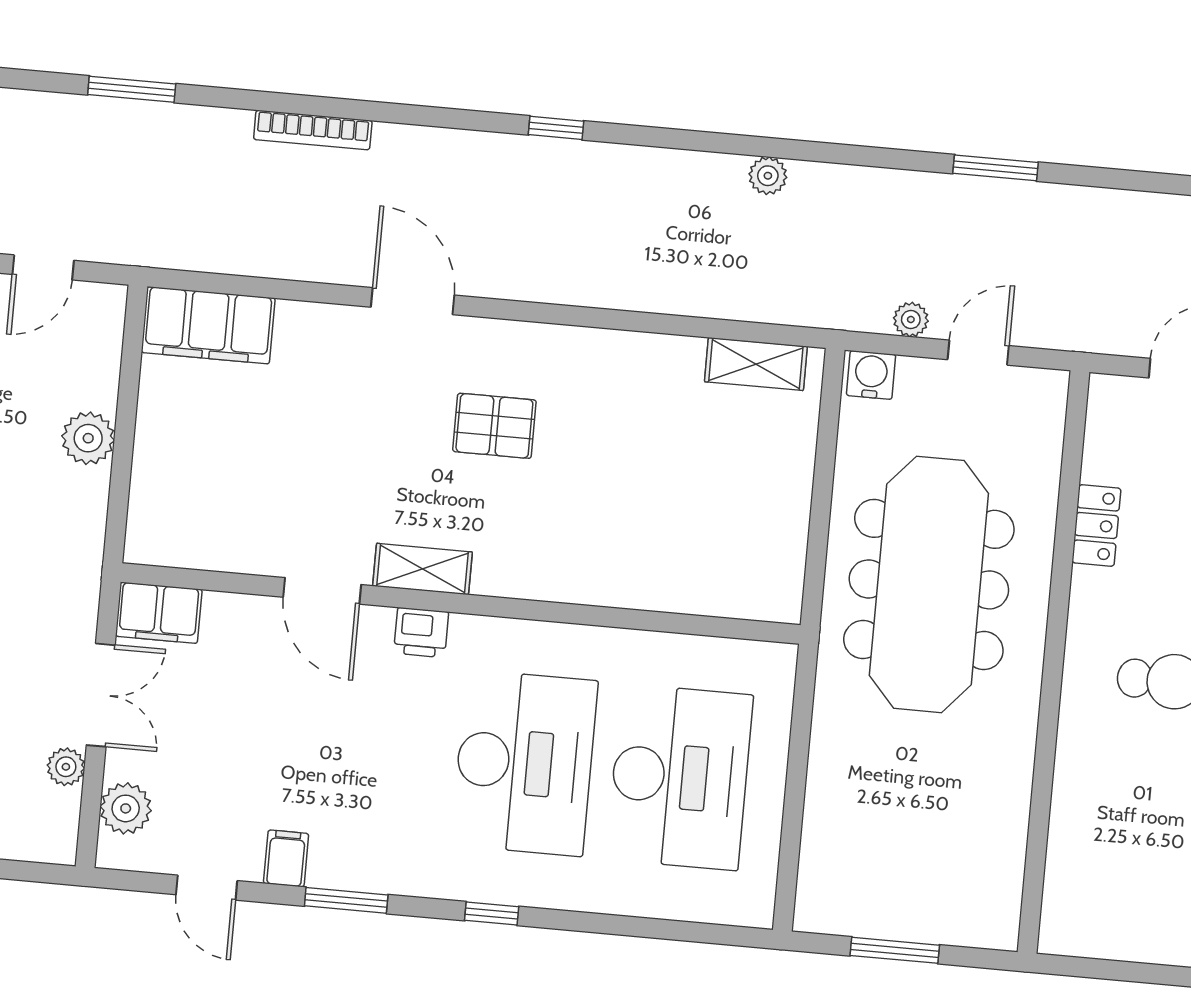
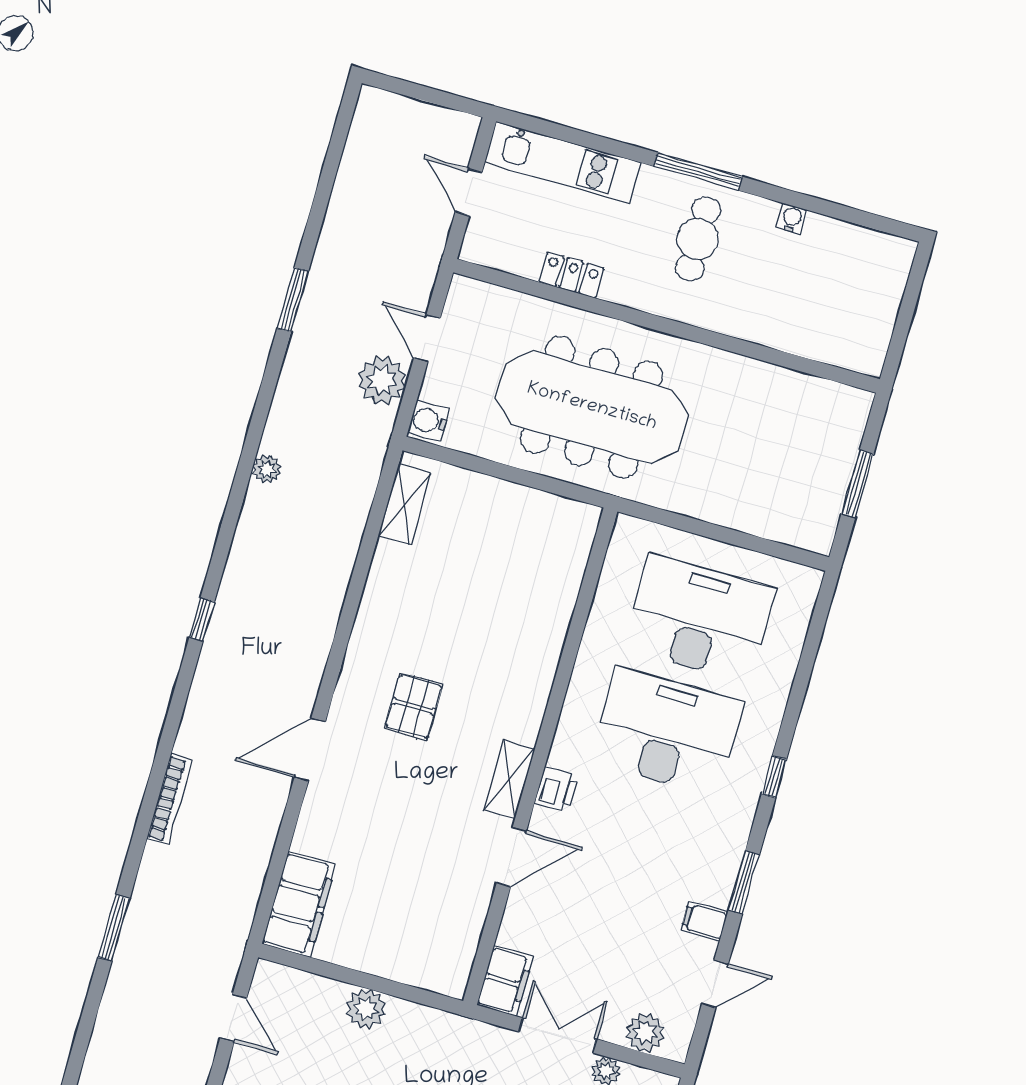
plant: (911, 320) -> (382, 380), width x1.88, depth x1.88

